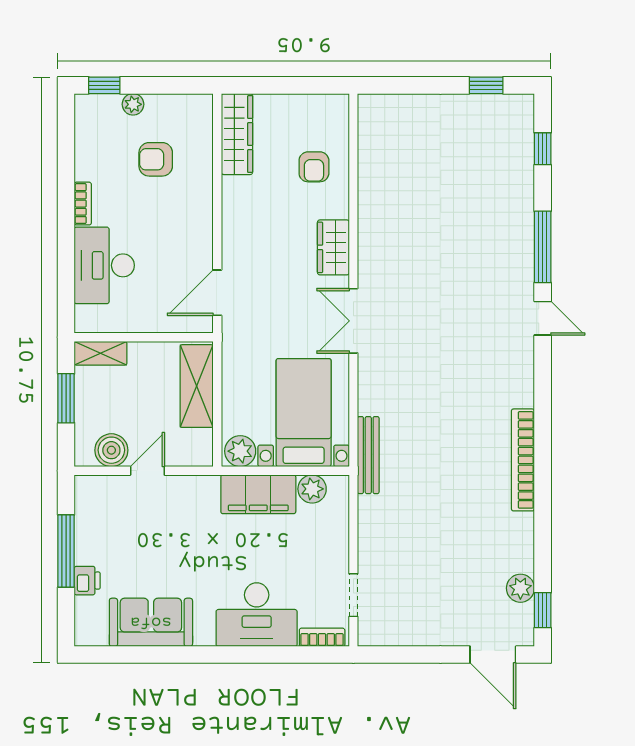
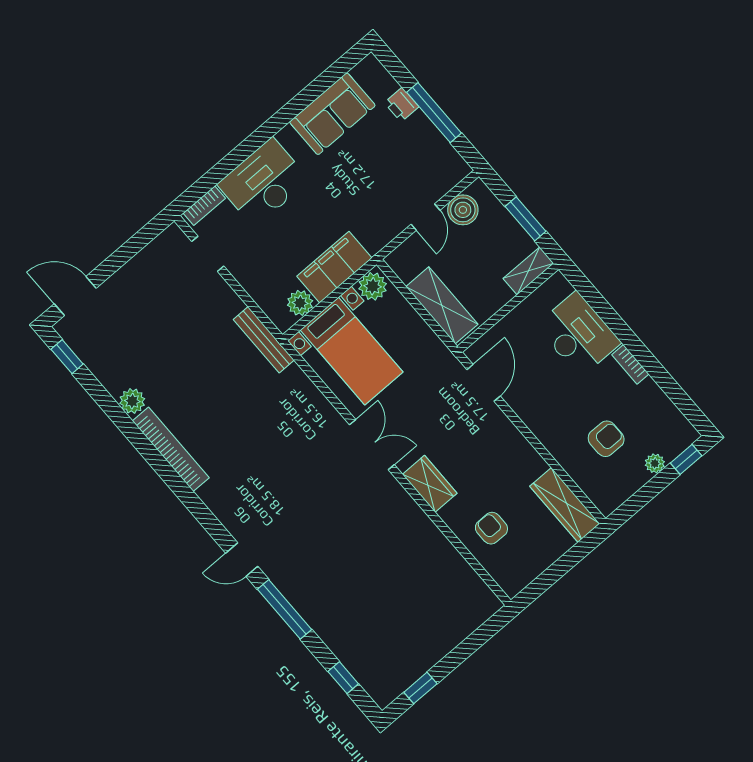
bench: (368, 455) -> (264, 340), moved
plant: (520, 588) -> (132, 401), moved

